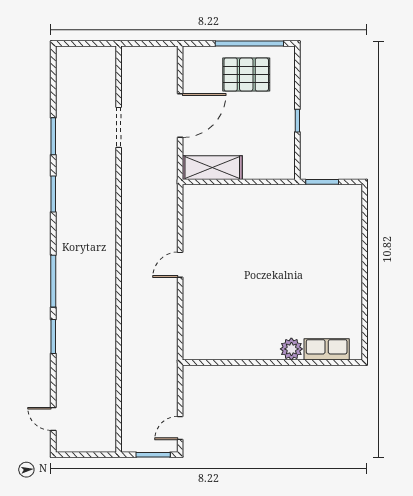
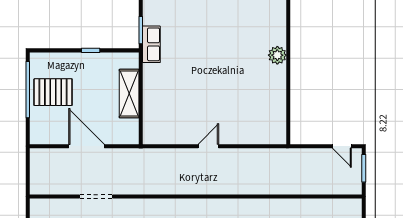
pallet: (246, 75) -> (53, 92), turned 90
shelving: (212, 168) -> (129, 94), moved
door: (180, 265) -> (208, 146), swing flipped
row of seats: (327, 349) -> (151, 44), moved, turned 180

